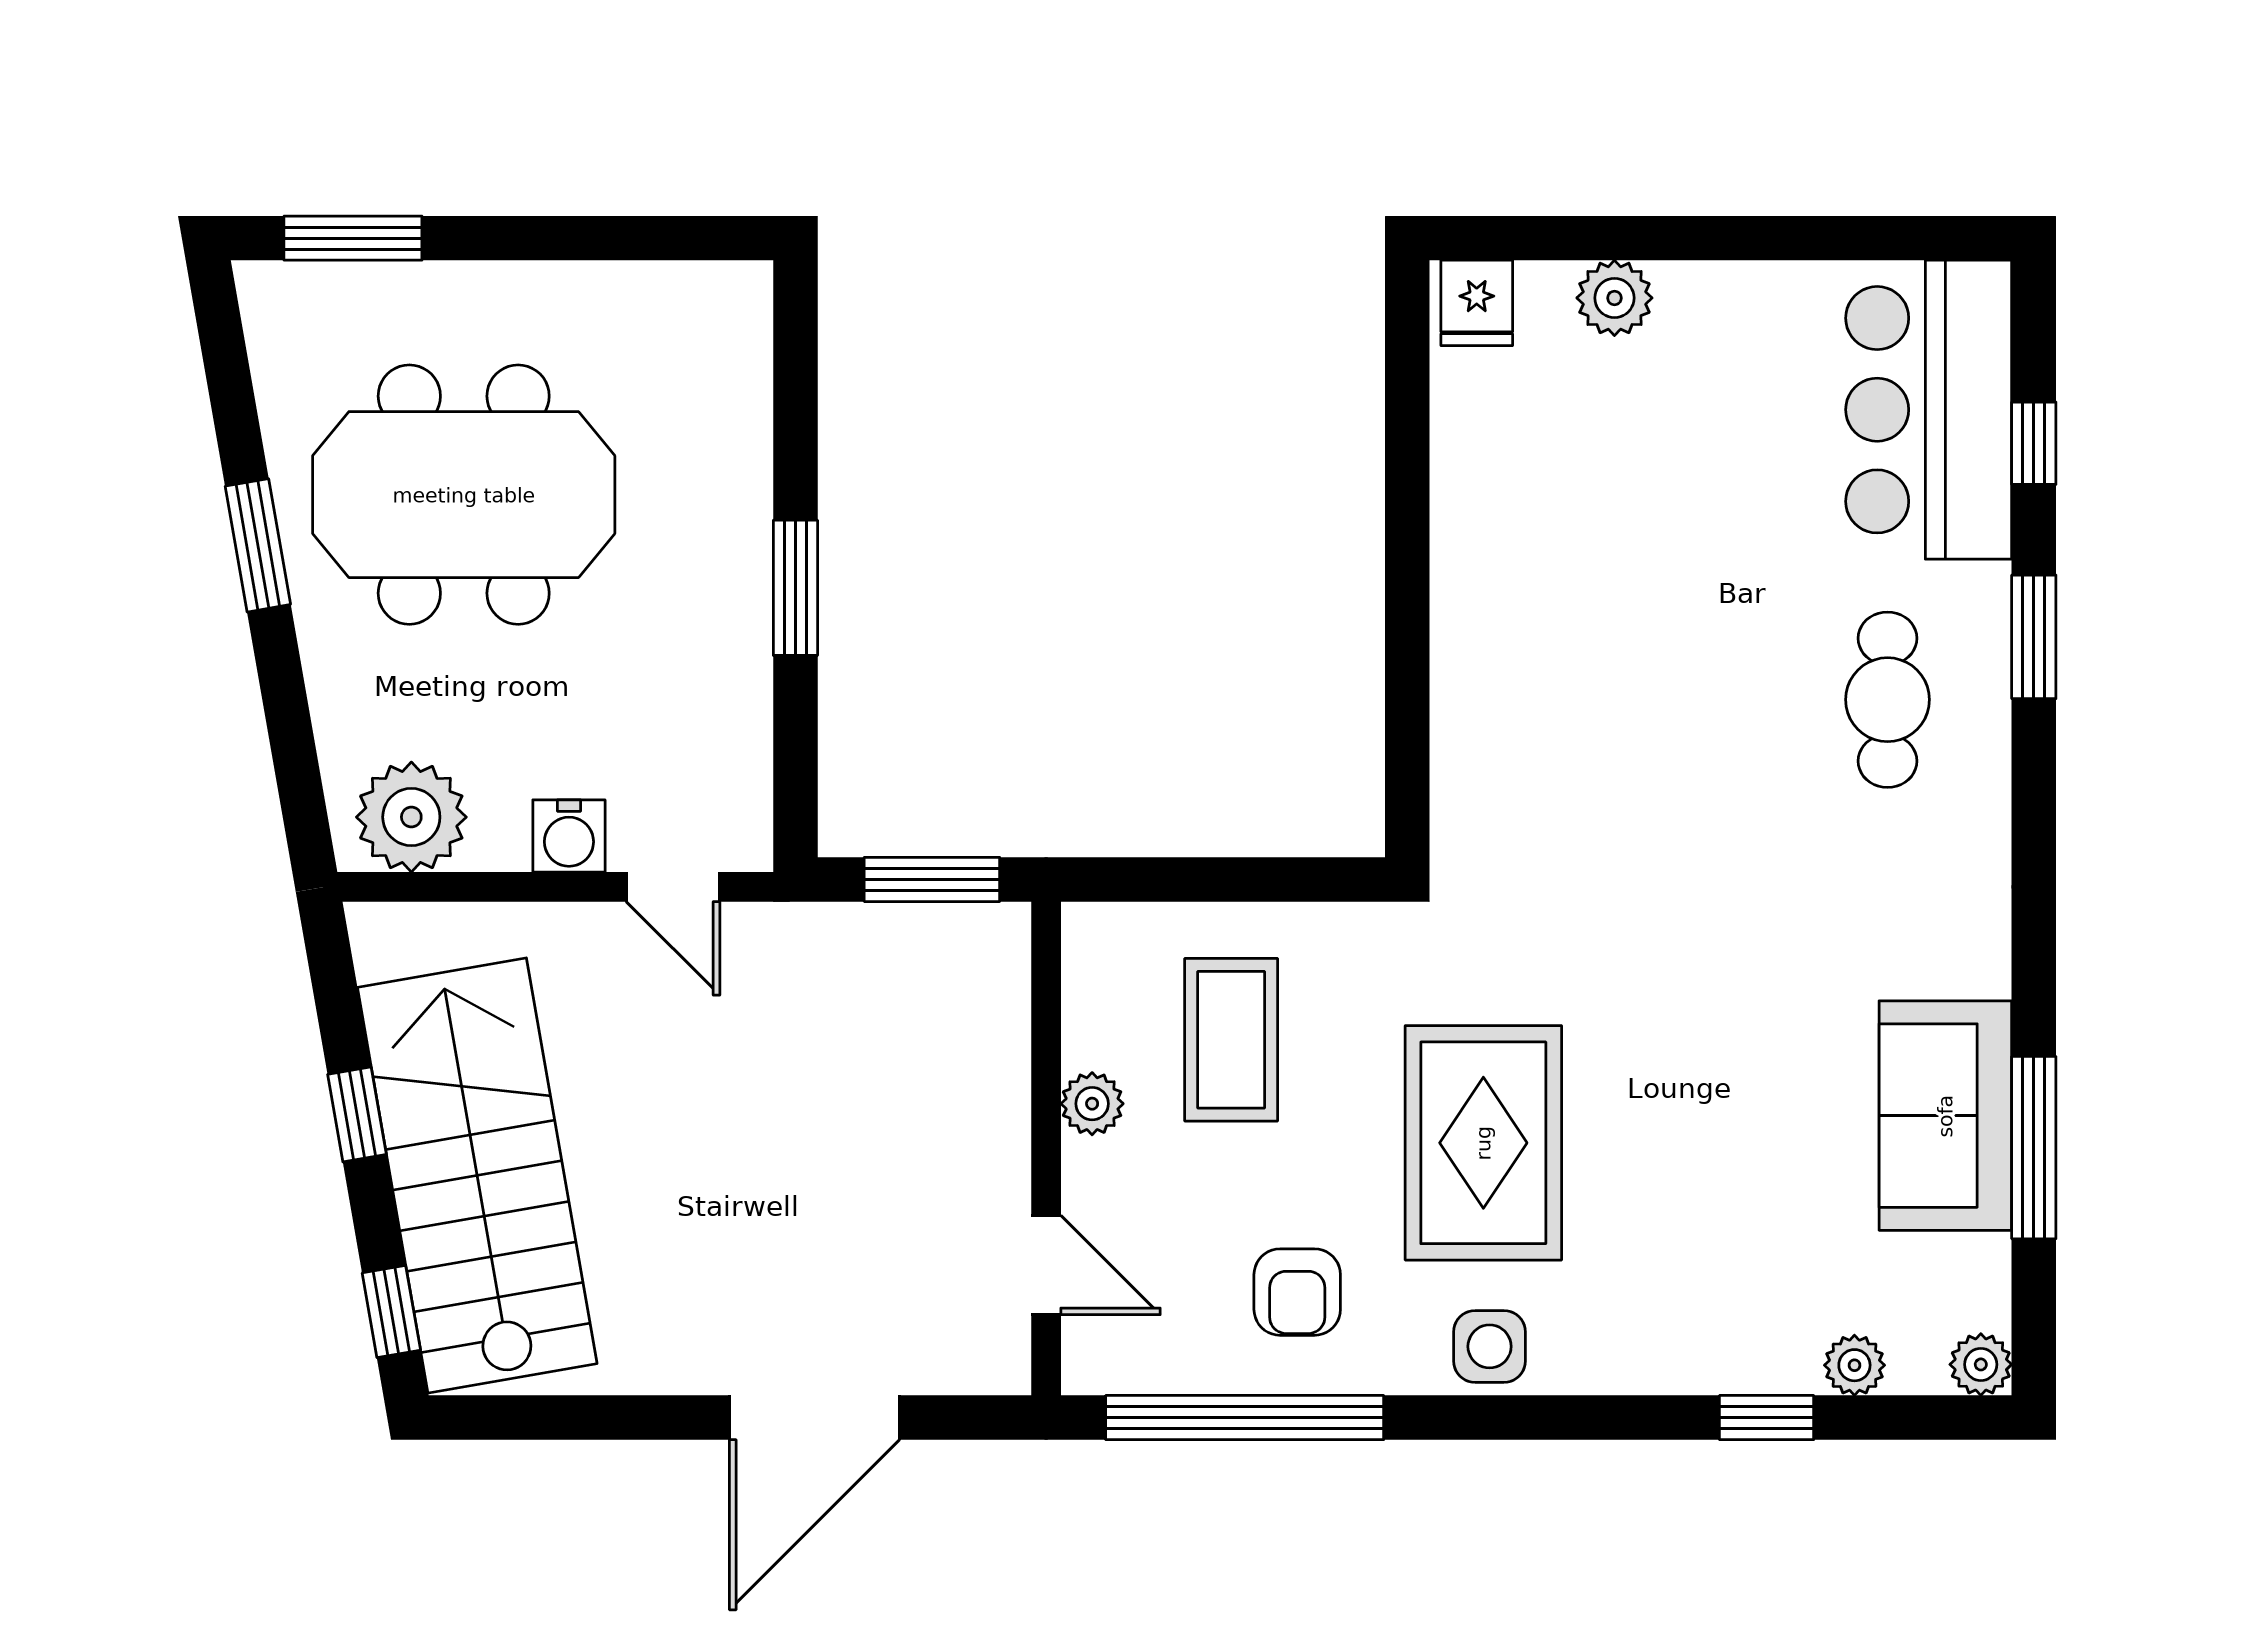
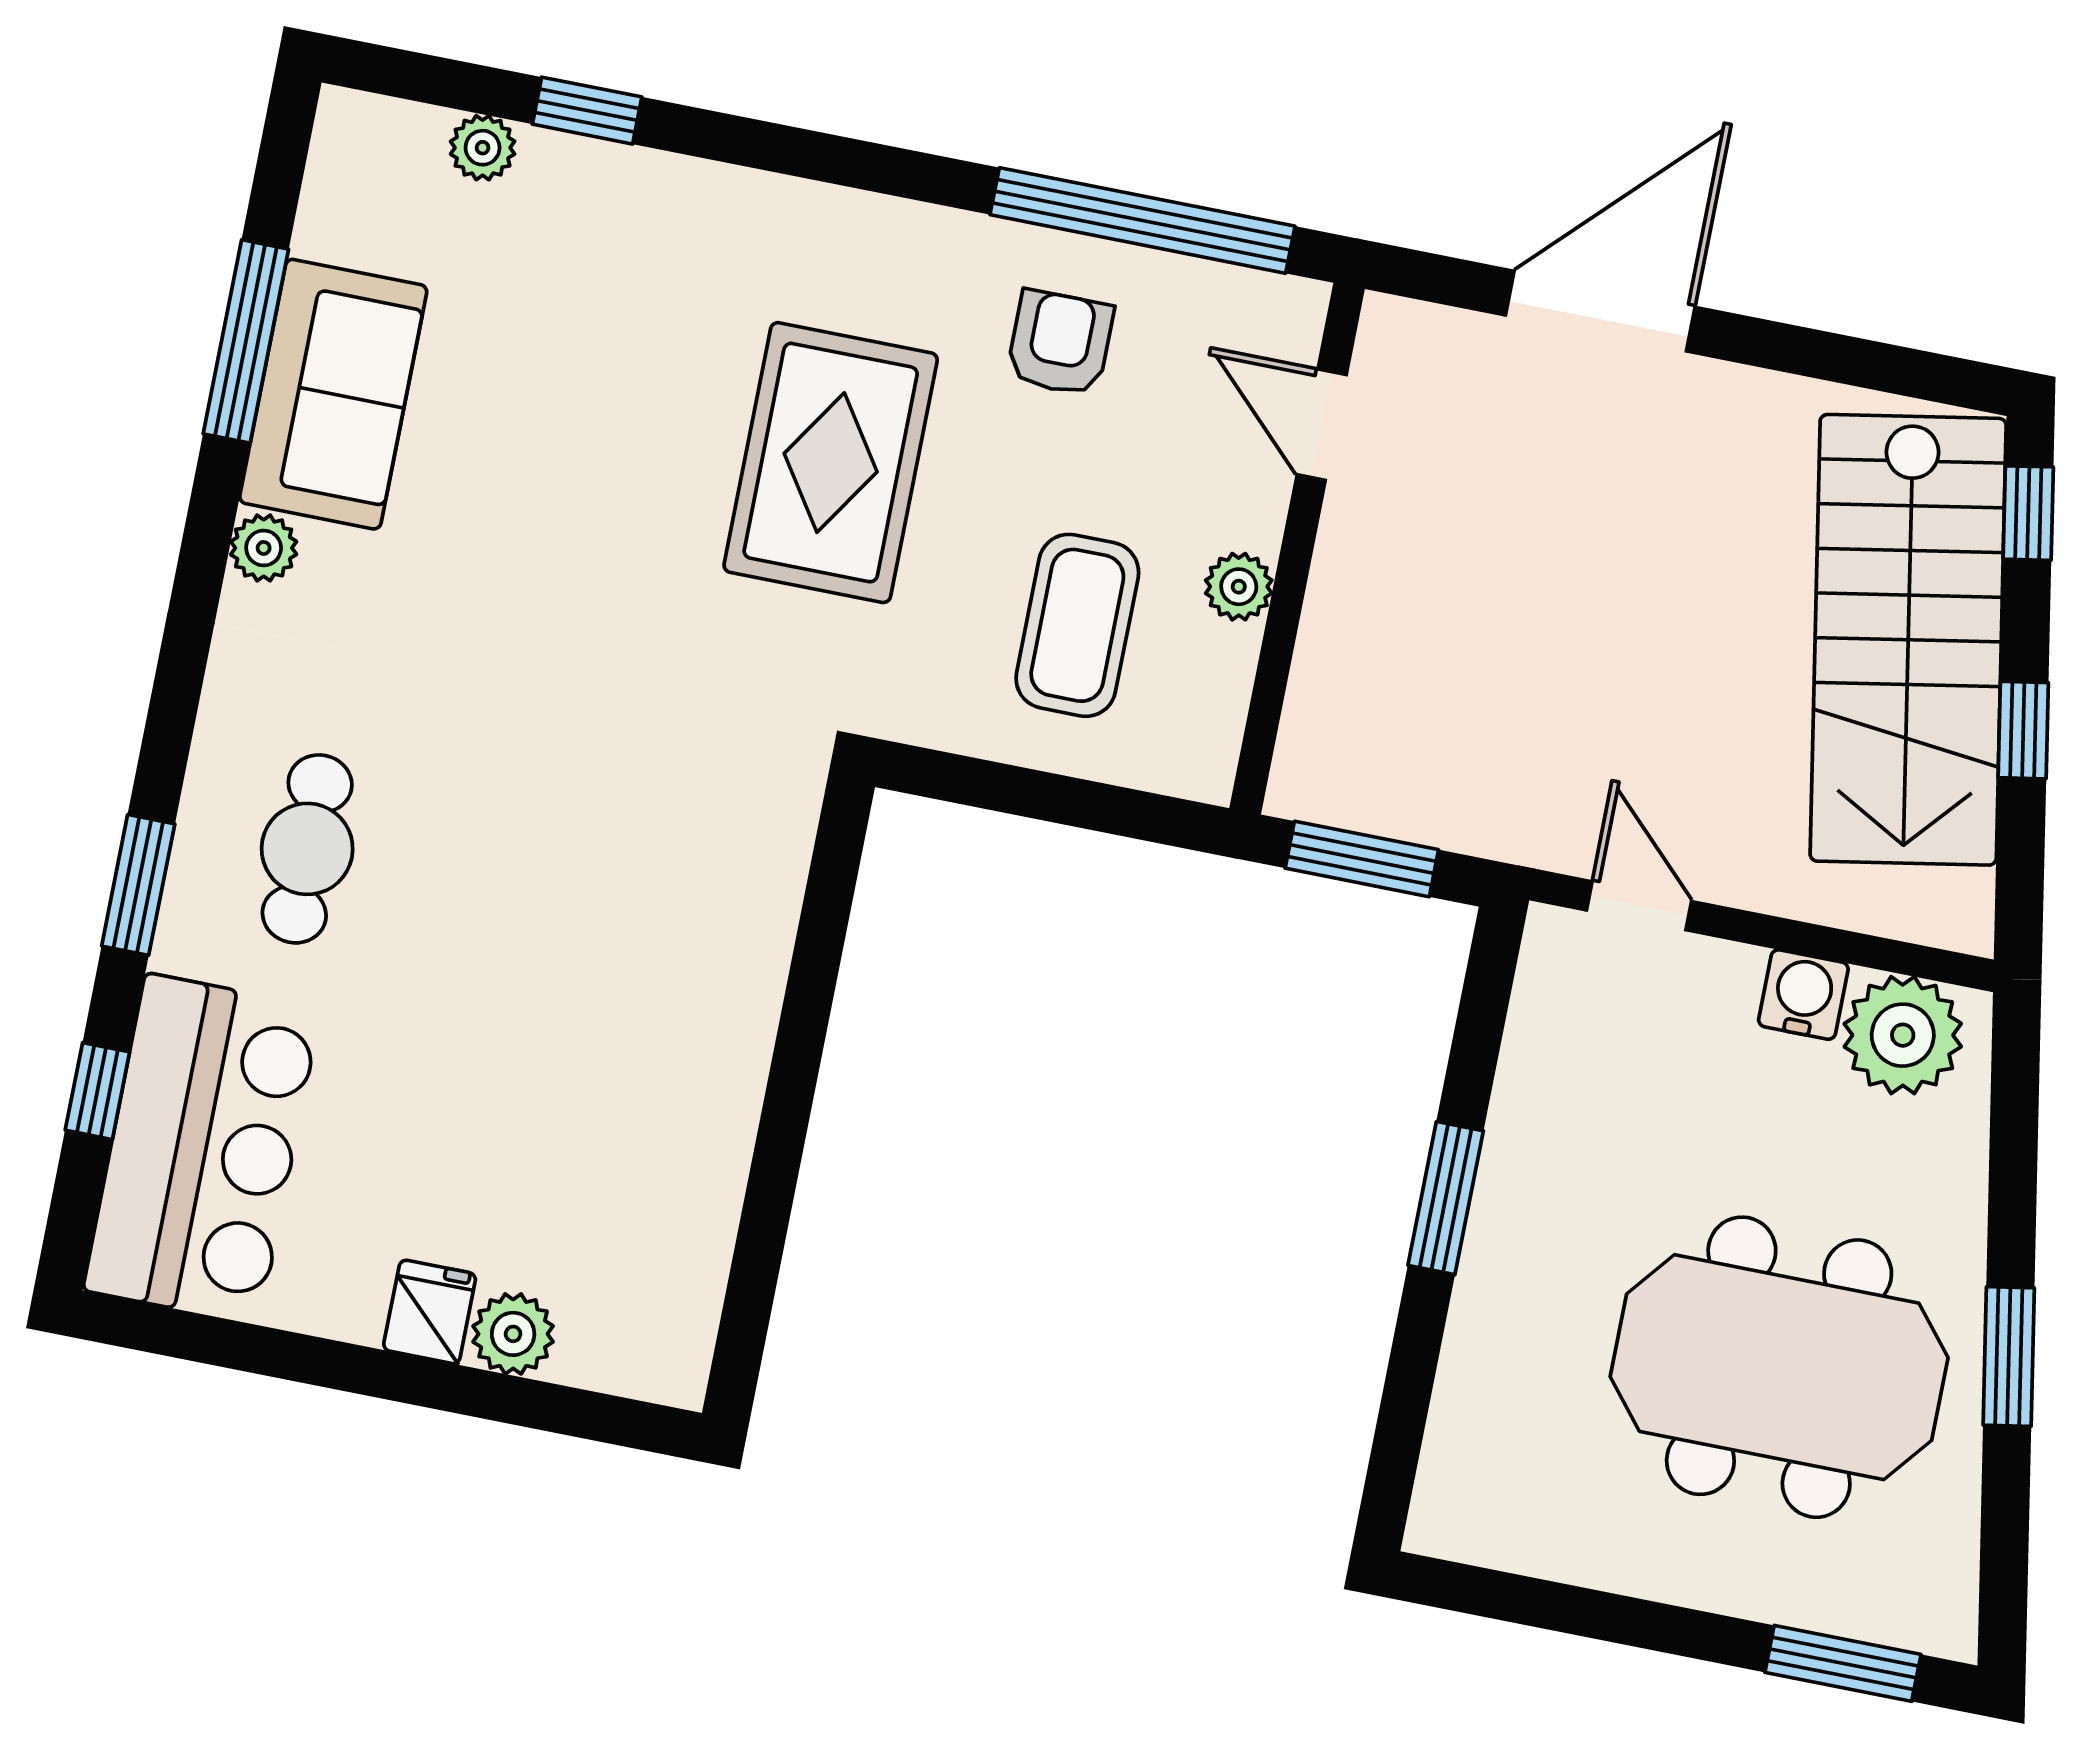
fridge: (1477, 303) -> (430, 1312), moved
water cooler: (569, 836) -> (1803, 995), moved
side table: (1490, 1346) -> (867, 245), removed
plant: (1981, 1364) -> (264, 548), moved

